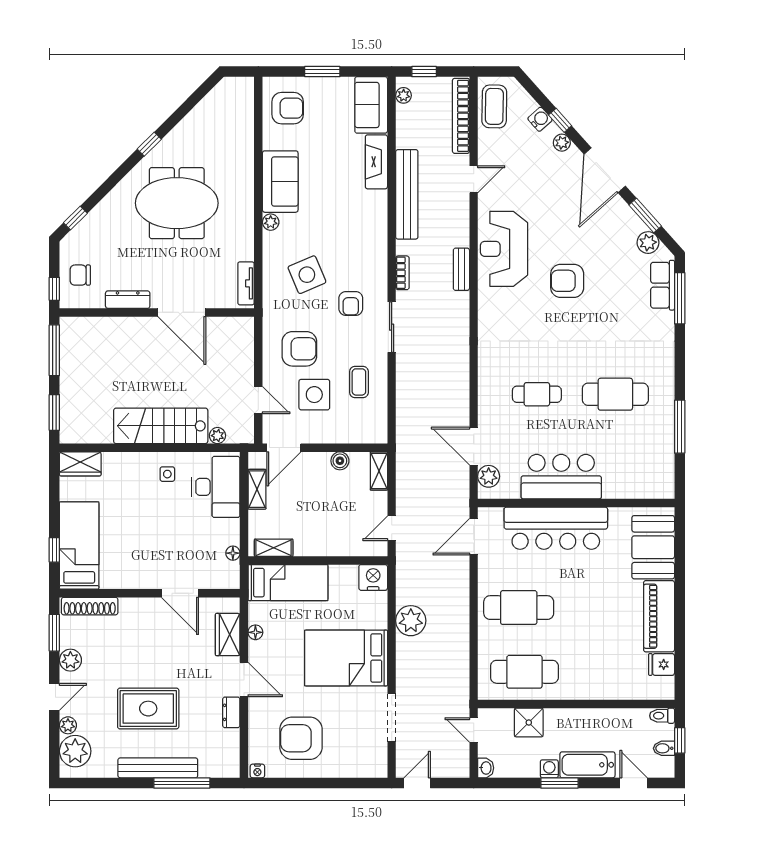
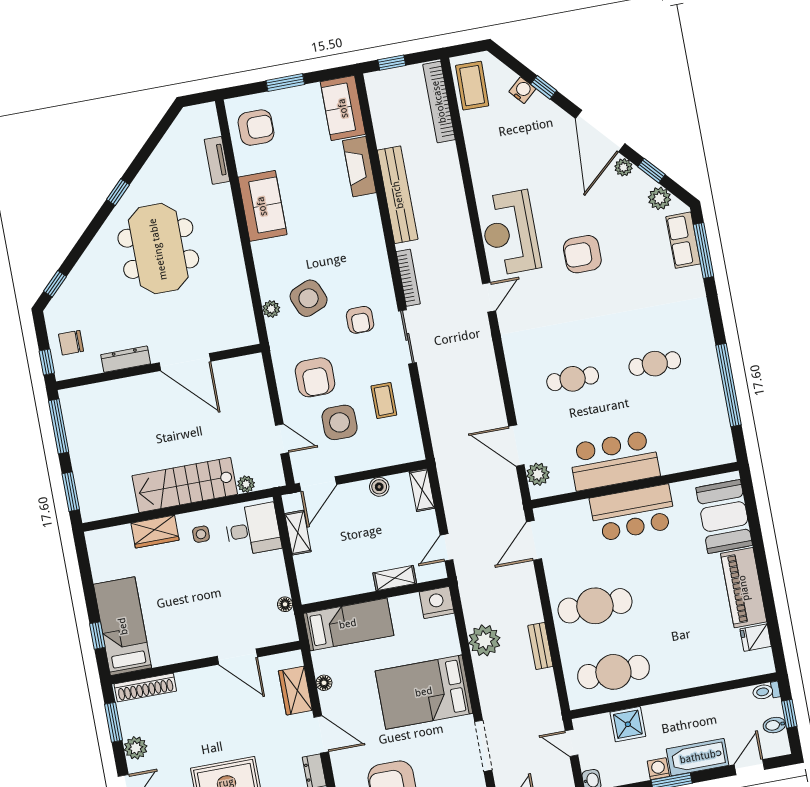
plant: (404, 95) -> (375, 92), removed
plant: (562, 143) -> (623, 167), moved
door: (474, 179) -> (489, 297), moved
meeting table: (177, 203) -> (158, 249), turned 90
window: (645, 216) -> (651, 171), width x0.67
plant: (271, 222) -> (271, 309), moved
bench: (461, 269) -> (540, 646), moved
bookcase: (402, 273) -> (408, 278), width x1.56
tv unit: (246, 283) -> (217, 160), moved
armchair: (299, 349) -> (315, 377), turned 90
cafe table: (615, 394) -> (655, 364), width x0.73, depth x0.74
window: (680, 427) -> (728, 385), width x1.46
wardrobe: (80, 464) -> (155, 532), moved
desk: (216, 487) -> (253, 530), width x0.73
bar counter: (556, 528) -> (633, 513), width x0.73
shelving: (274, 548) -> (395, 578), moved
door: (634, 783) -> (749, 767), hinge flipped

